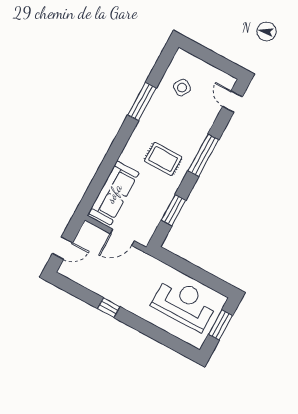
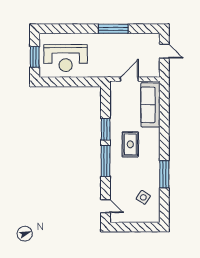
rug: (163, 159) -> (130, 144), turned 90
window: (173, 210) -> (106, 129), moved
door: (62, 248) -> (164, 51), swing flipped
window: (109, 308) -> (113, 29), width x2.17

